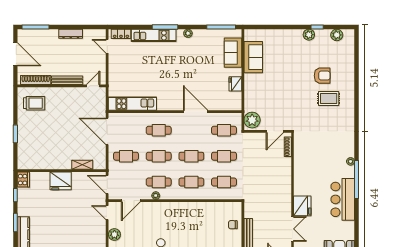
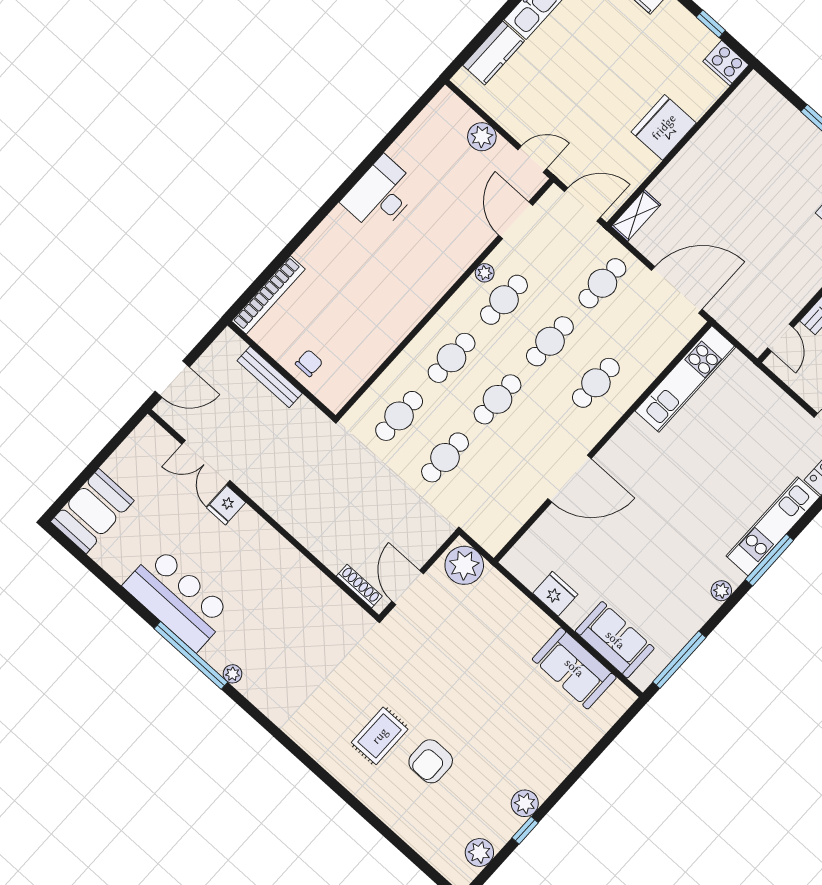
cafe table: (224, 130) -> (491, 499), removed
shelving: (82, 165) -> (636, 215), moved
fridge: (302, 206) -> (226, 505), width x0.53, depth x0.75

